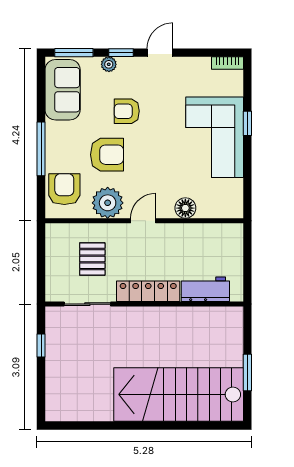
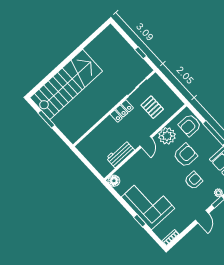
armchair: (107, 155) -> (185, 155), turned 180
armchair: (64, 189) -> (190, 125), turned 90
floor lamp: (185, 208) -> (114, 181), moved
workbench: (205, 289) -> (120, 154), moved, turned 180
locker: (148, 291) -> (122, 111), width x0.66

